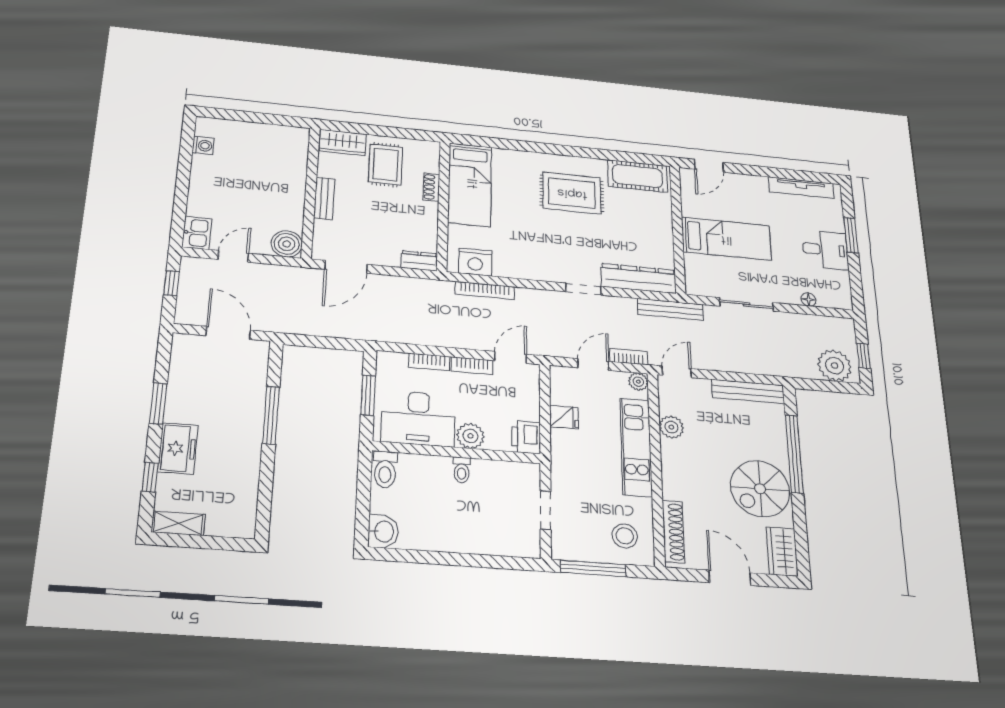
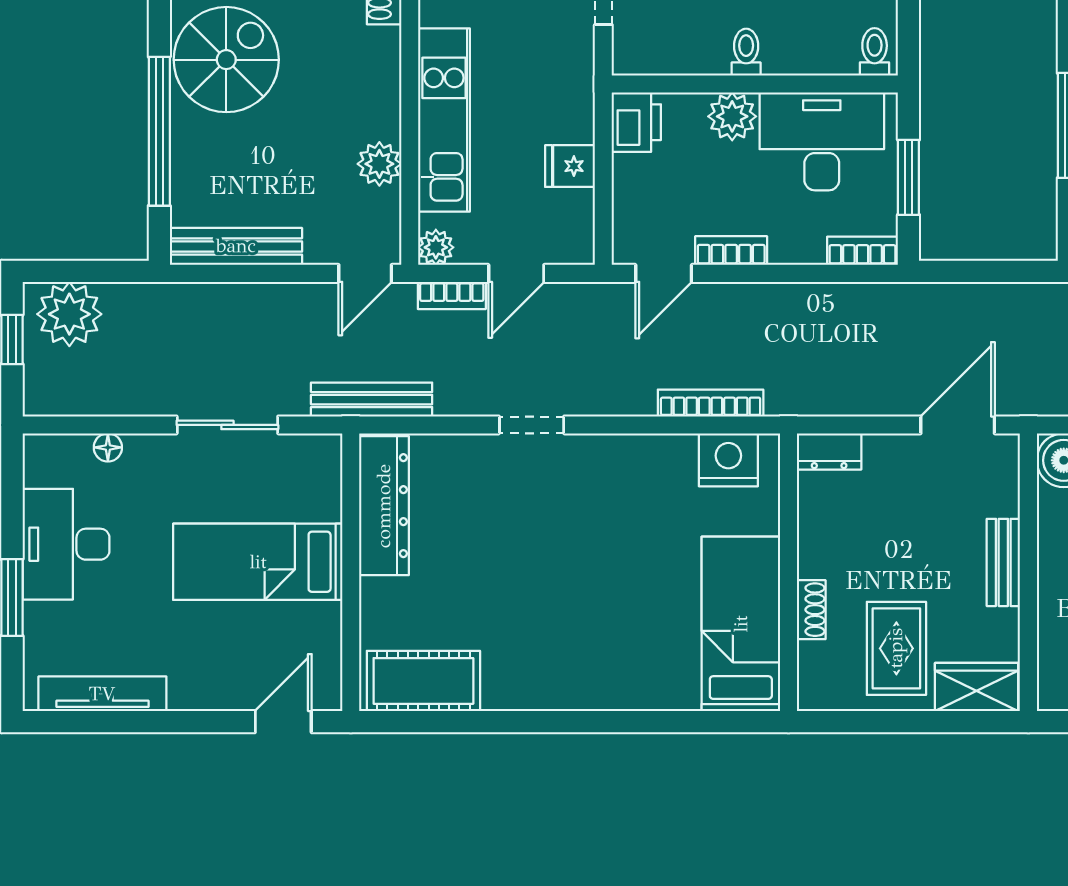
rug: (572, 193) -> (550, 628), removed
desk: (825, 250) -> (66, 544), width x1.37
dresser: (639, 278) -> (384, 506), moved, turned -90
bookcase: (429, 362) -> (862, 251), moved
toilet: (385, 469) -> (875, 52), width x0.73, depth x0.72

